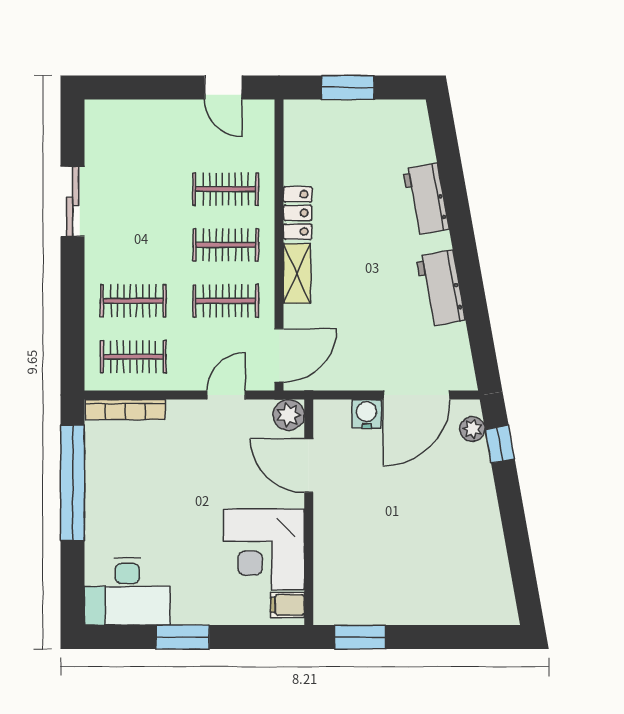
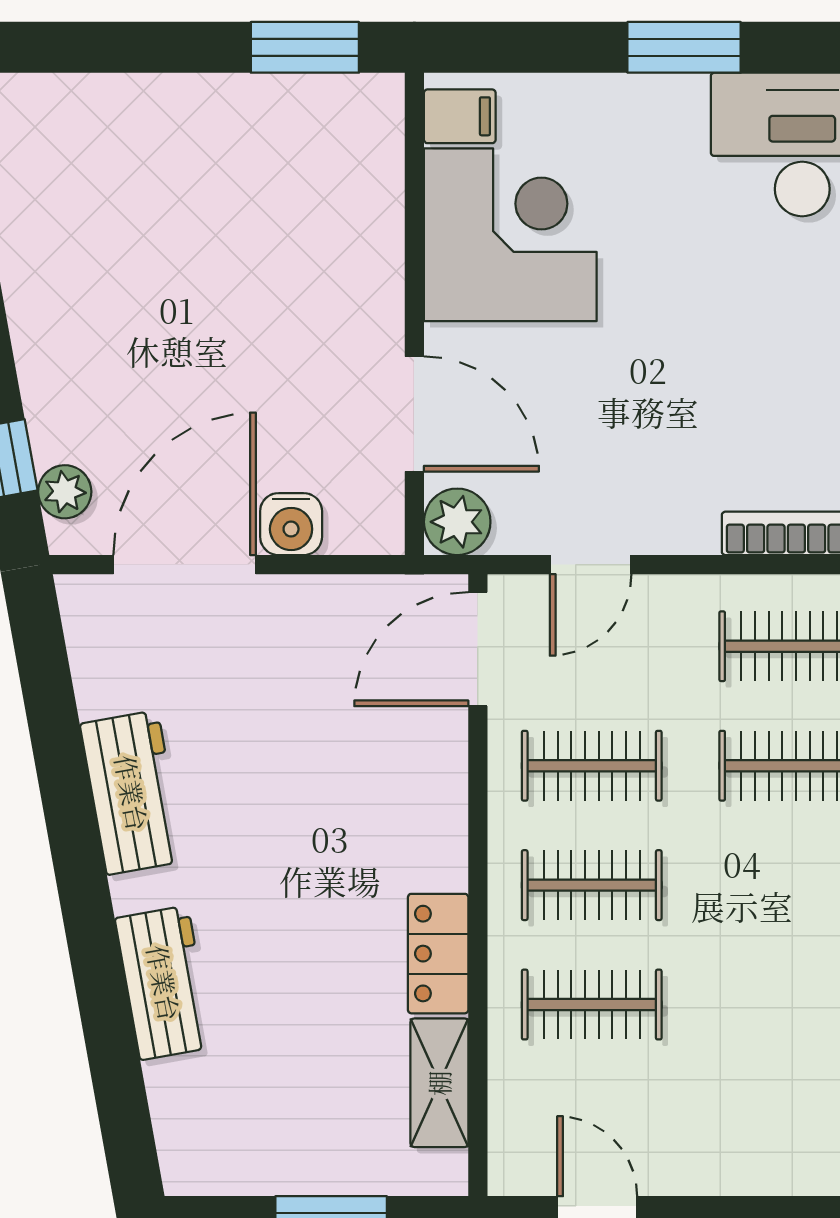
shelving: (297, 273) -> (439, 1083), moved

